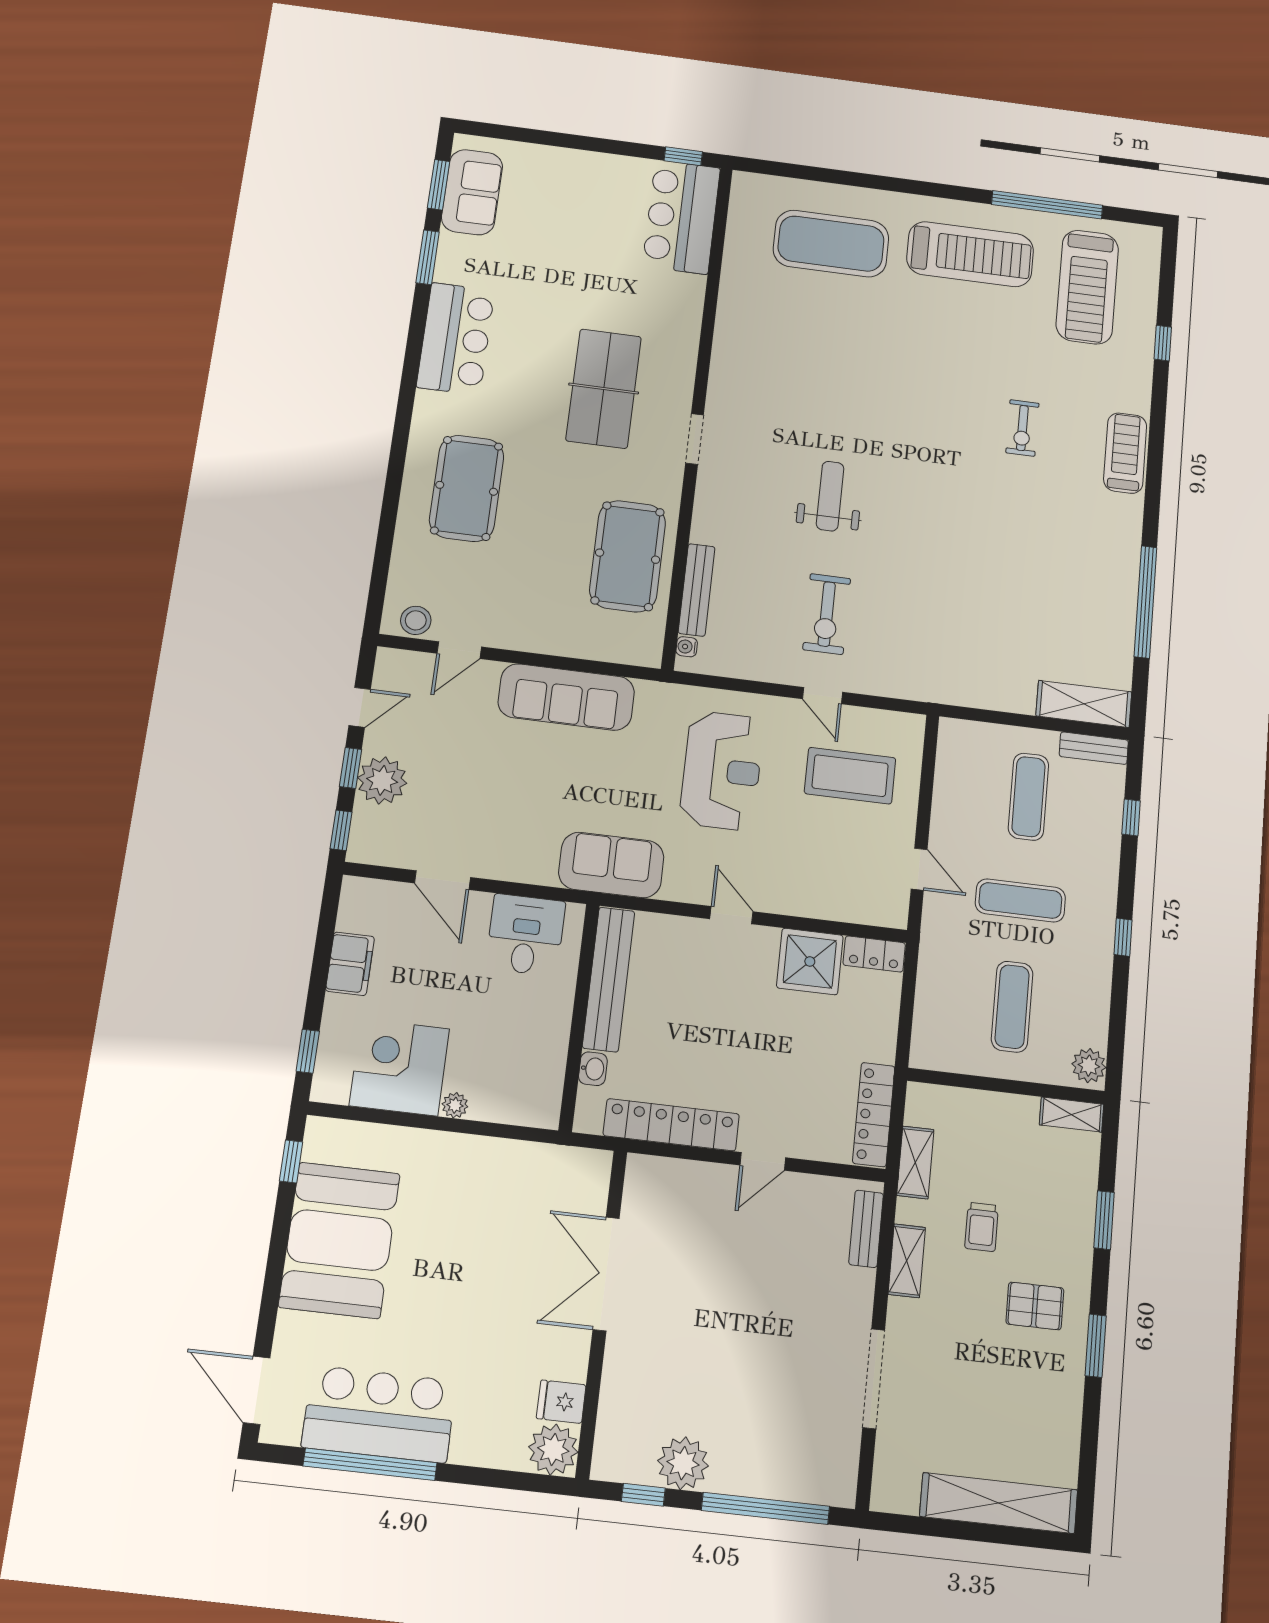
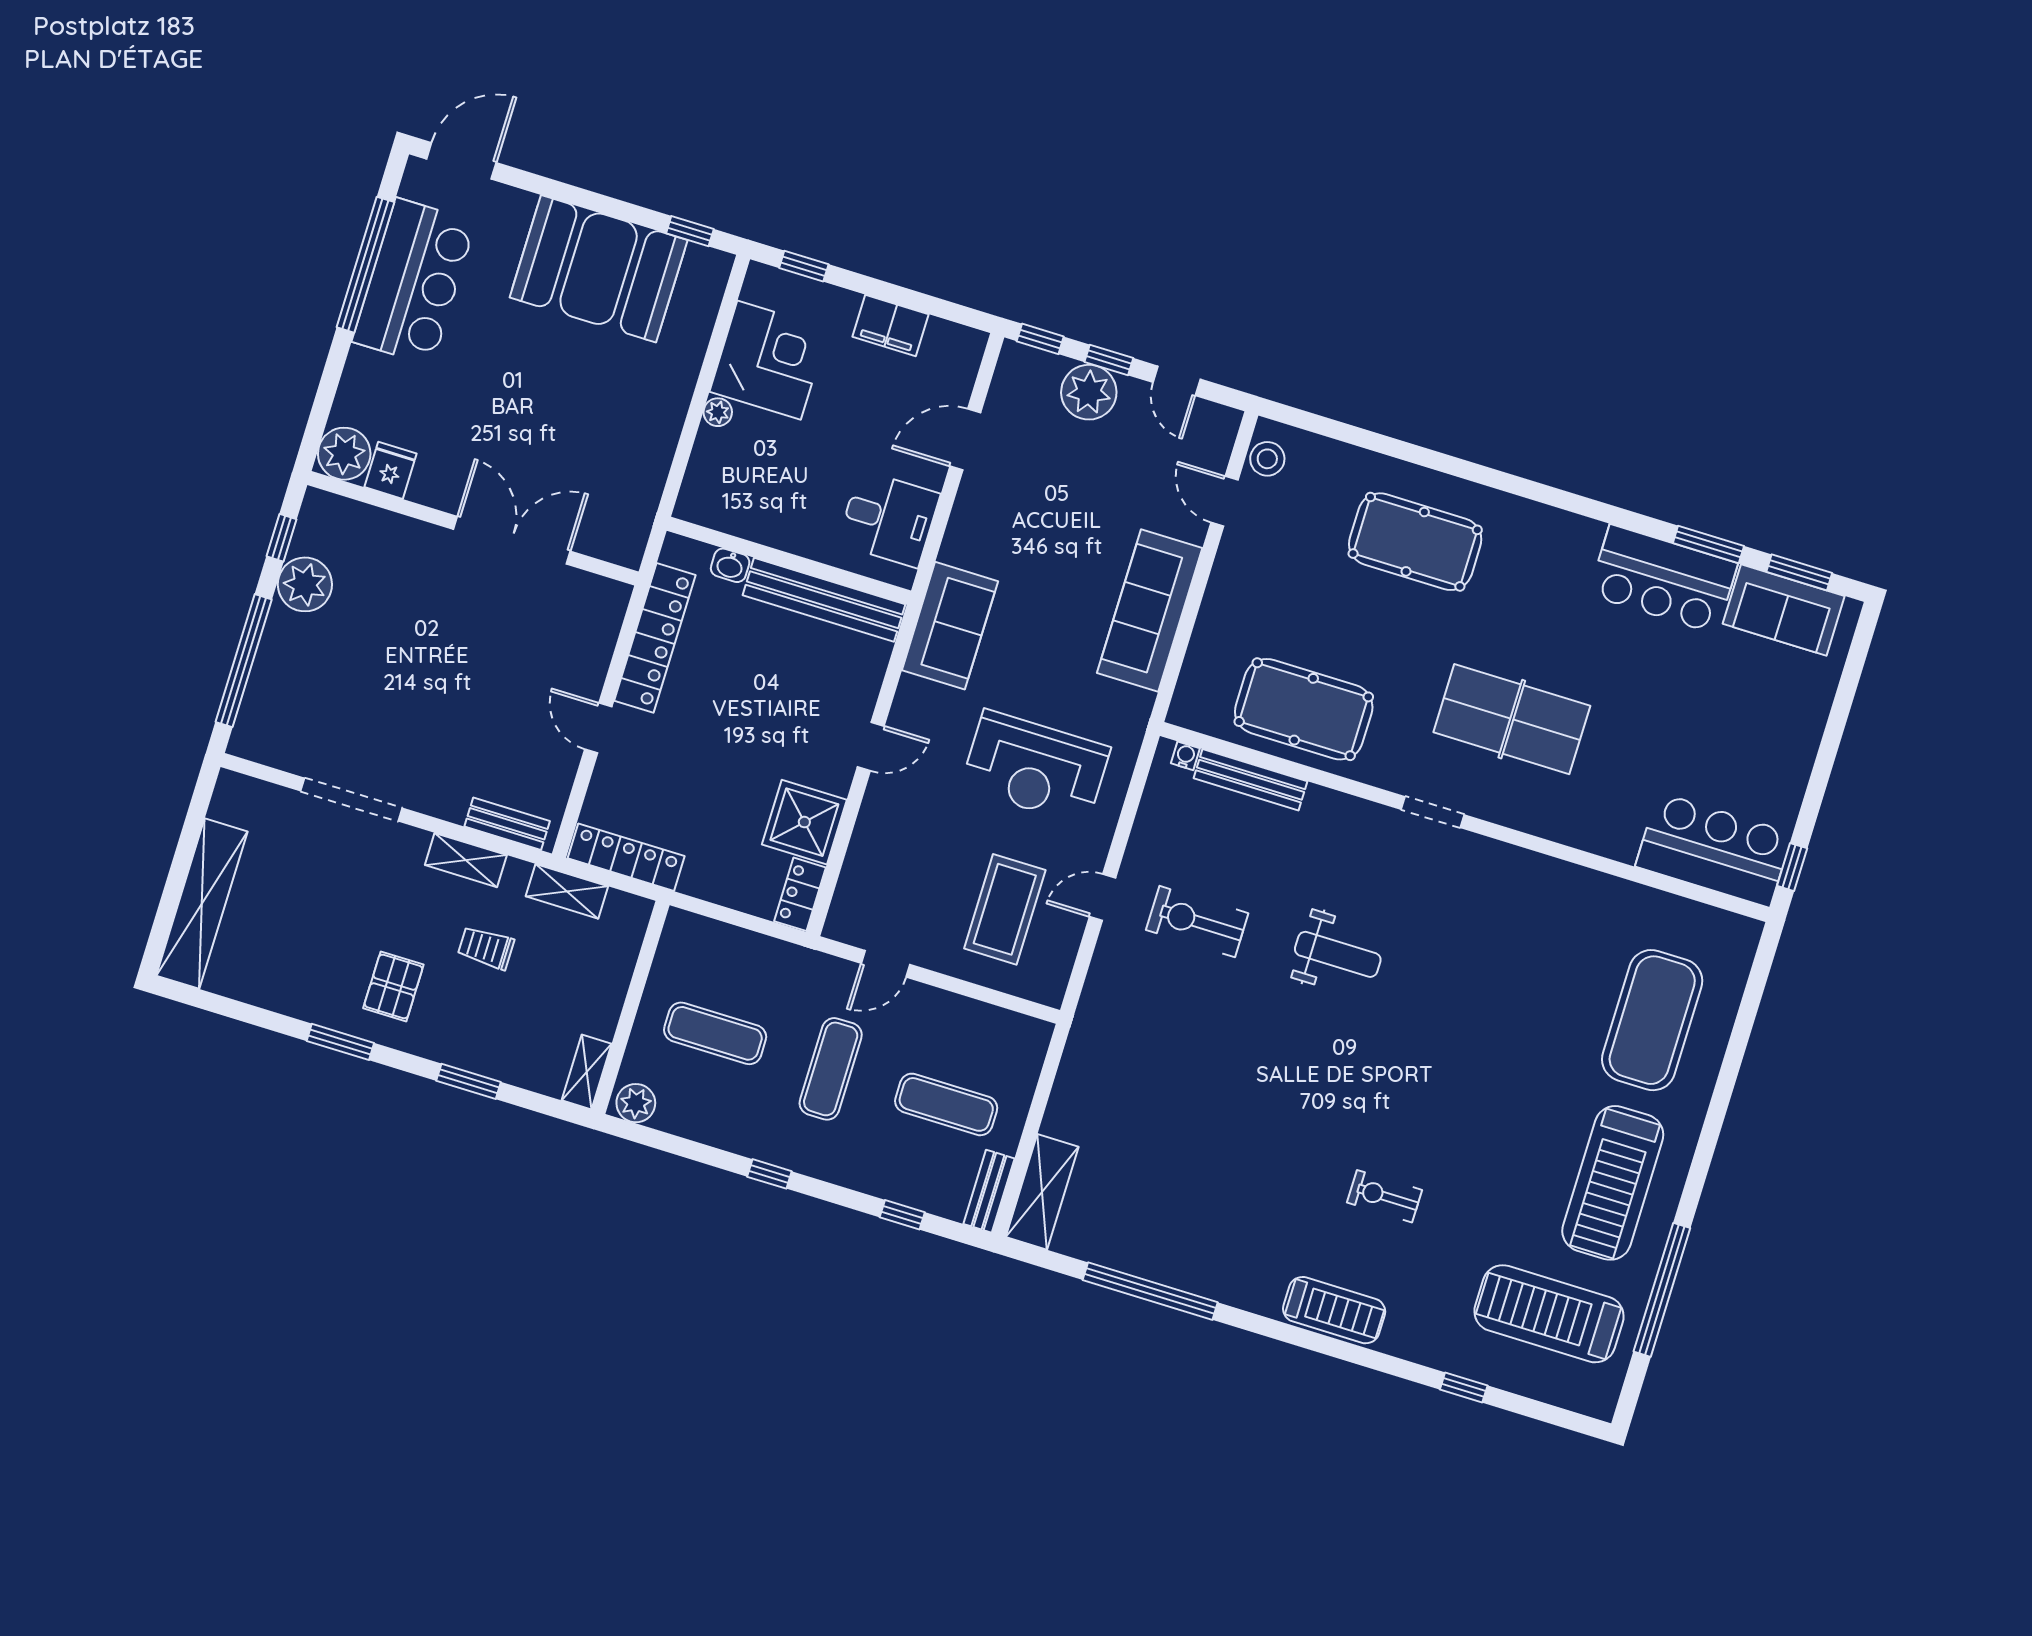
bar counter: (456, 339) -> (1663, 579), moved

